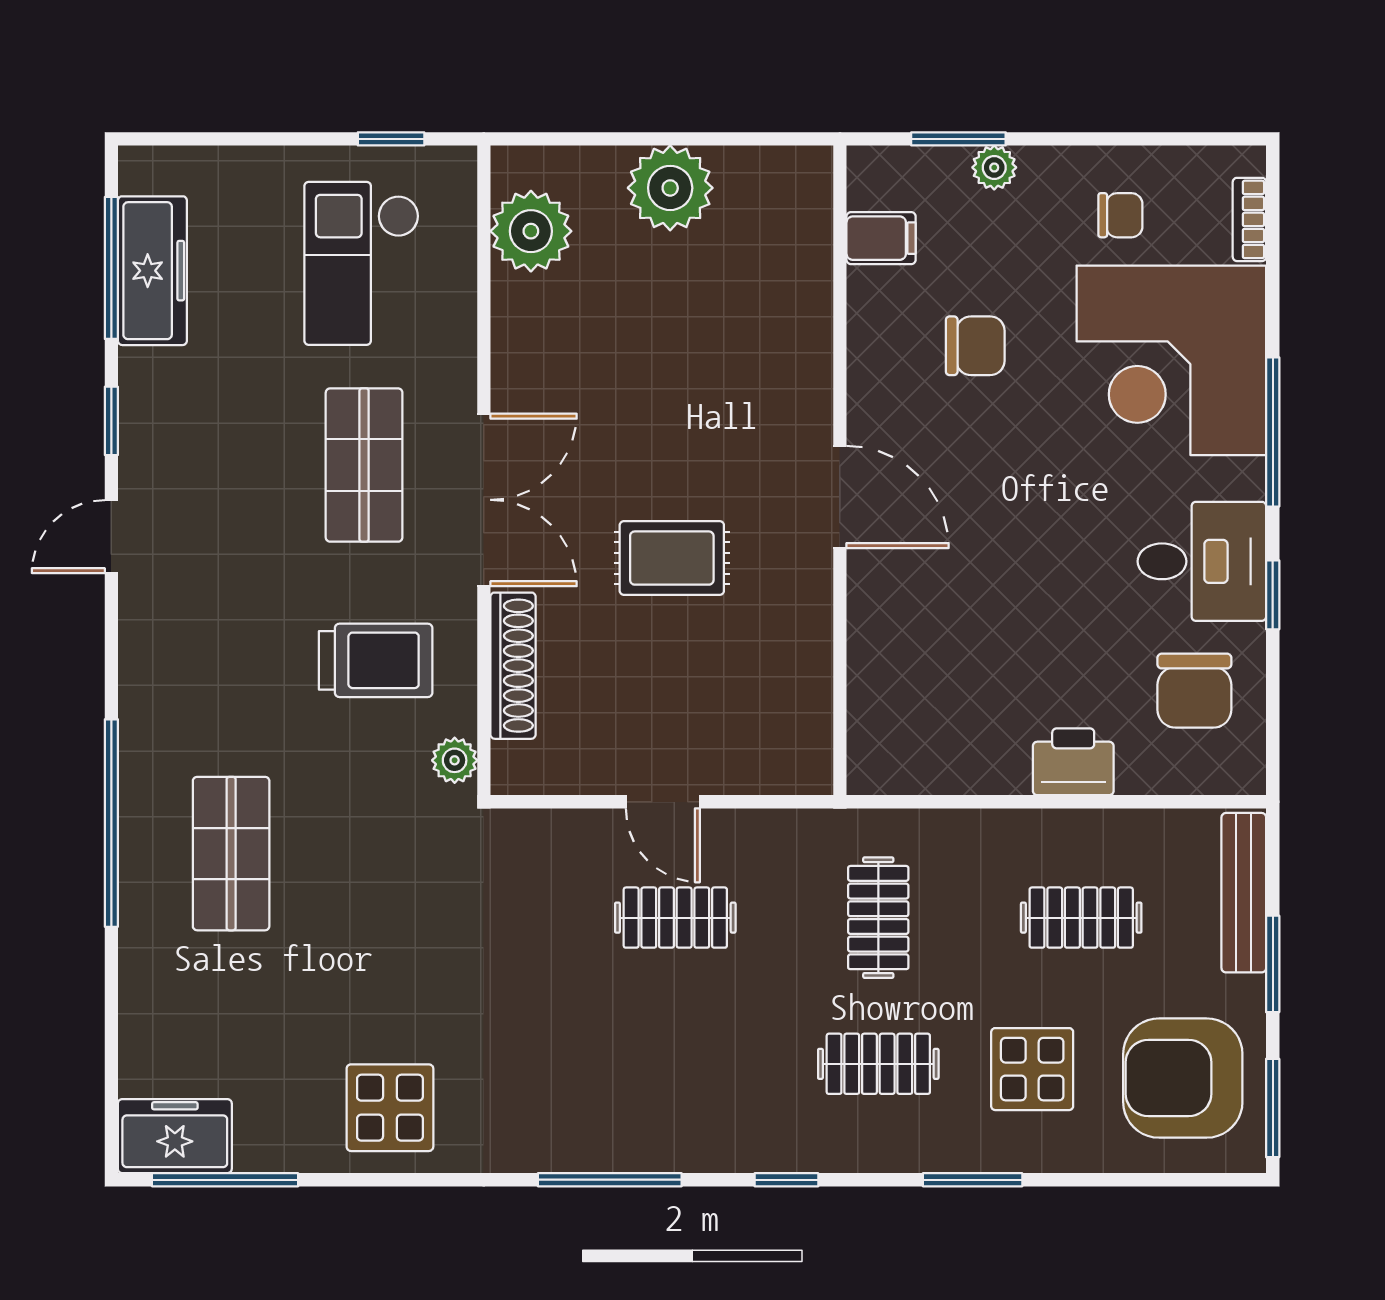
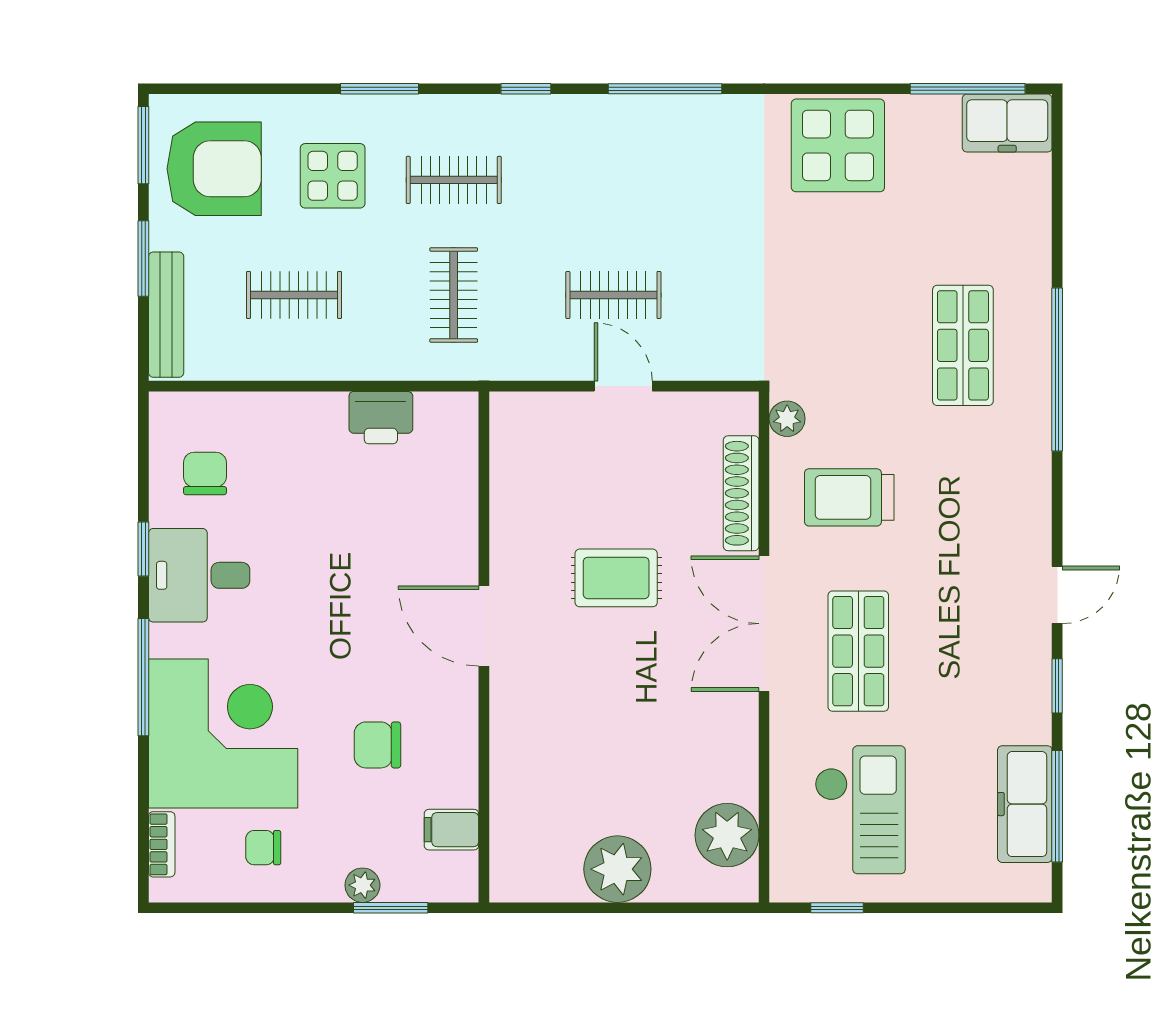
chair: (1194, 691) -> (205, 474), width x0.73, depth x0.73
printer: (1073, 762) -> (381, 418), moved
display table: (390, 1108) -> (838, 145), width x1.36, depth x1.36

